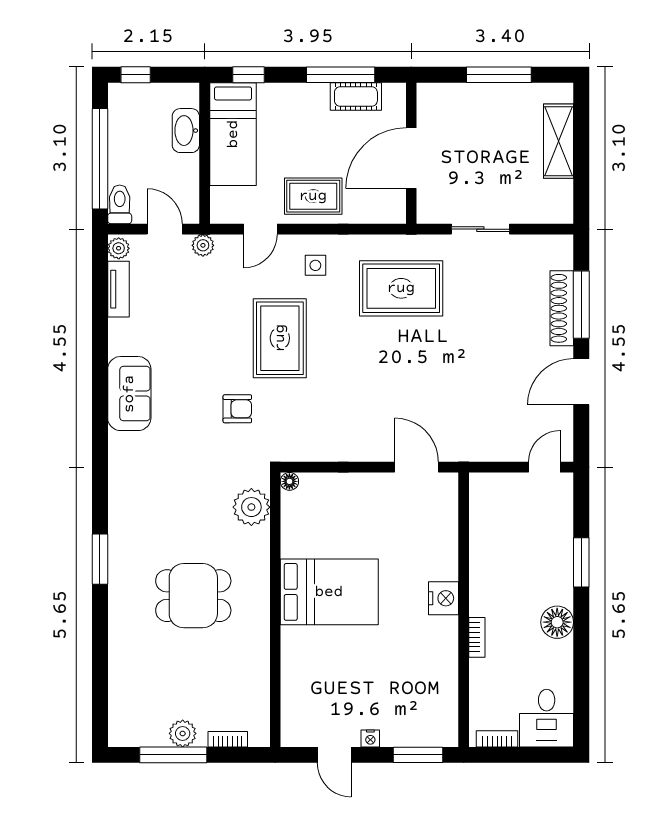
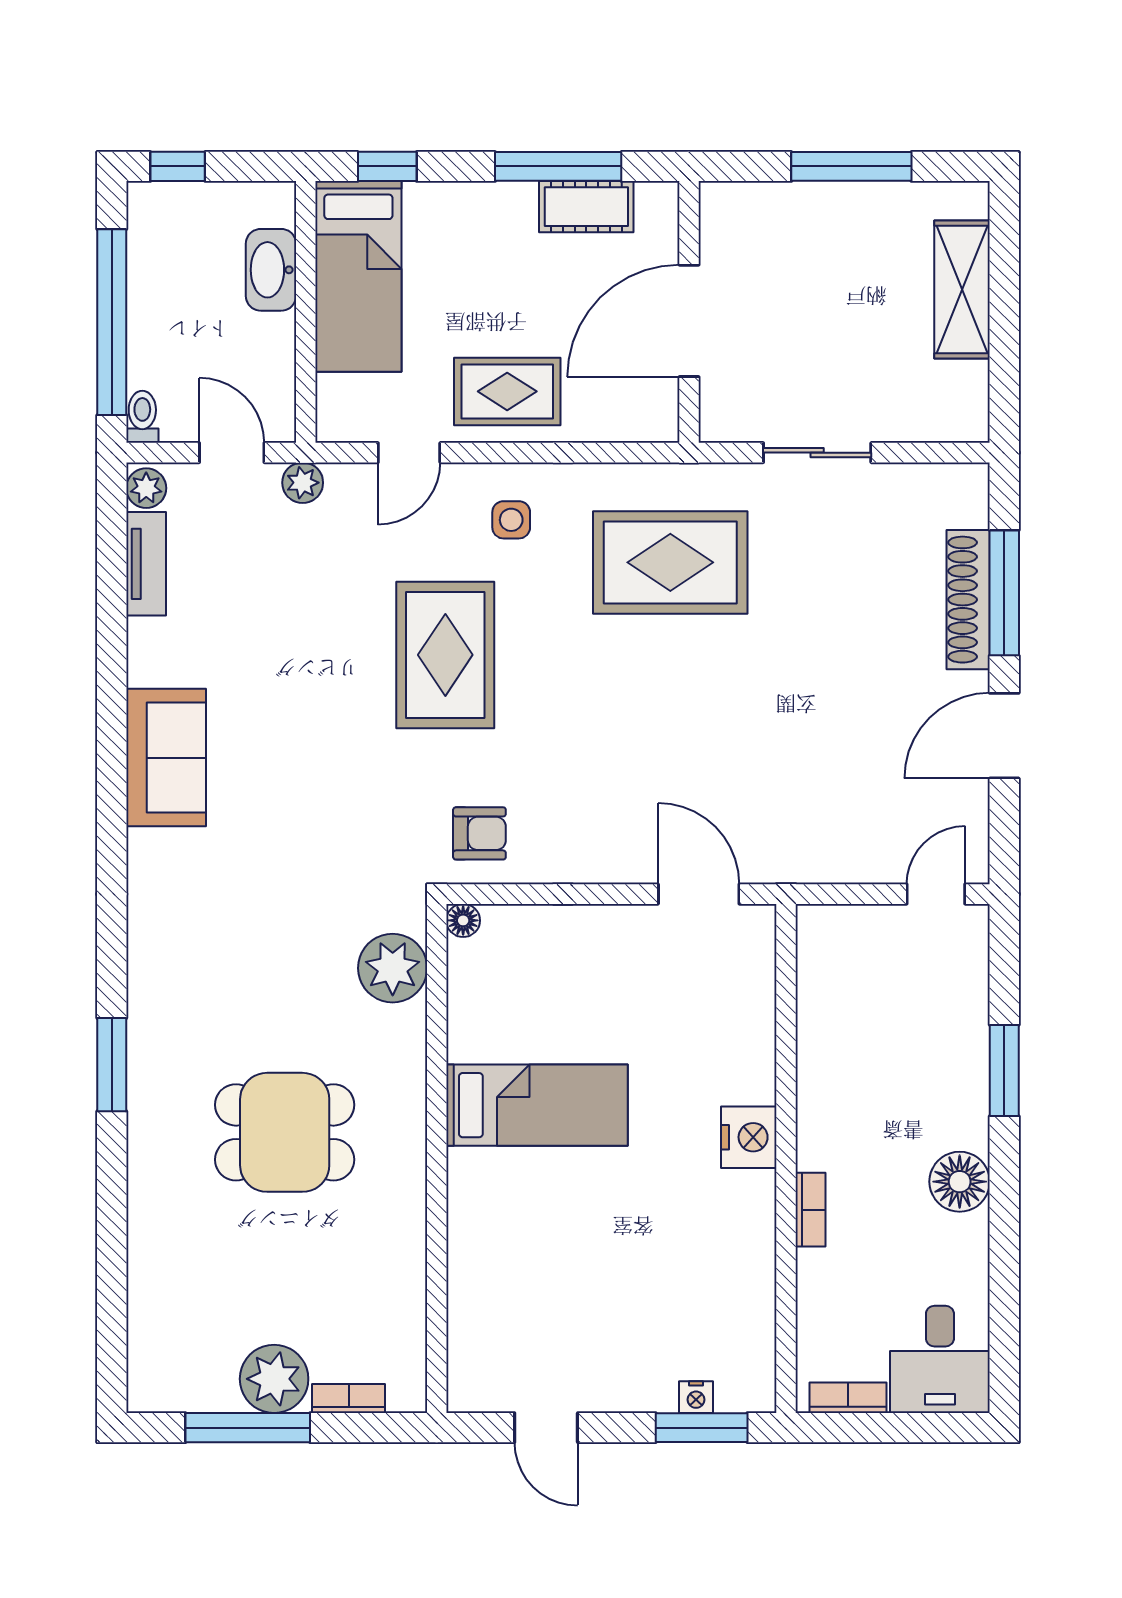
toilet: (120, 204) -> (142, 417), width x0.73, depth x0.72
armchair: (237, 409) -> (479, 833), moved
bed: (329, 592) -> (537, 1105), width x0.67
plant: (183, 733) -> (274, 1379), width x1.36, depth x1.36
nightstand: (370, 738) -> (696, 1397), moved

